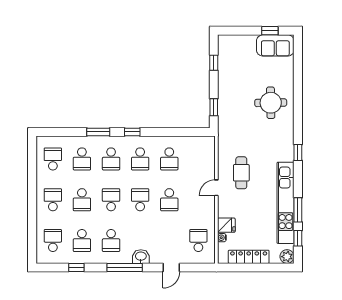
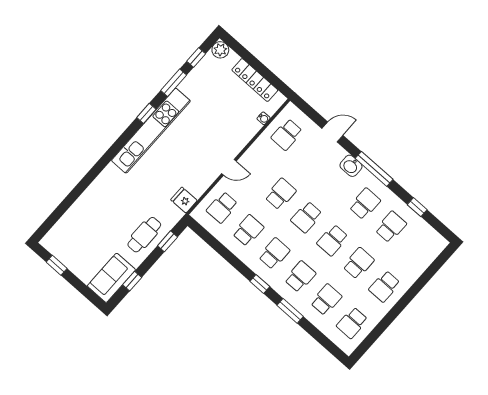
sofa: (275, 45) -> (111, 278), moved, turned -90
round table: (271, 103) -> (113, 200), removed
window: (298, 153) -> (146, 113), moved
cafe table: (241, 173) -> (144, 235), moved
kitchen unit: (286, 203) -> (151, 131), moved
fridge: (226, 225) -> (184, 200), moved
school desk: (53, 240) -> (222, 207), moved

